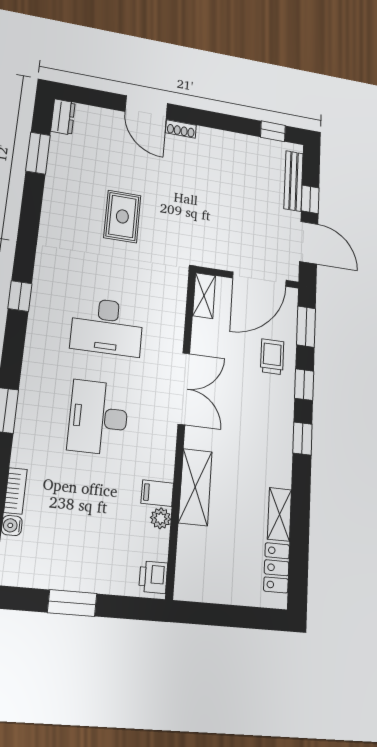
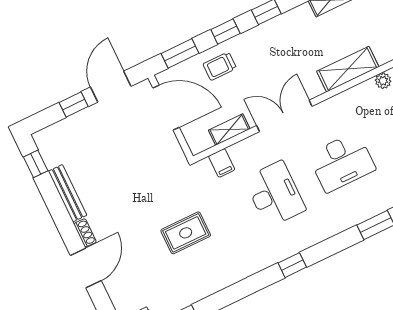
bench: (293, 181) -> (67, 193), moved, turned 90
shelving: (204, 296) -> (229, 130), moved
filing cabinet: (157, 493) -> (222, 163), moved

